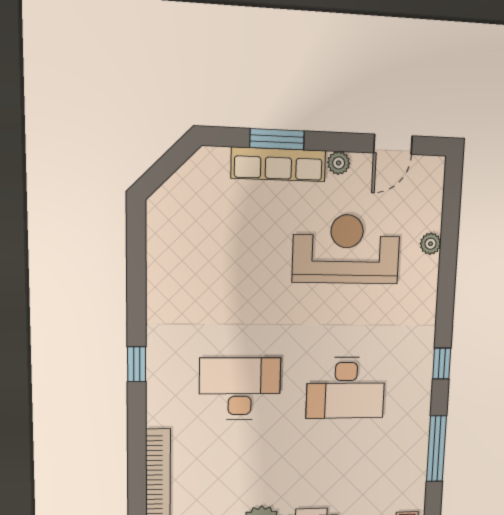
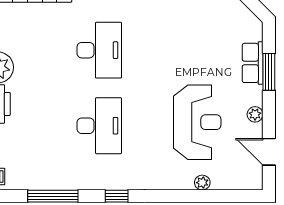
row of seats: (278, 164) -> (253, 63), width x0.68
desk: (346, 388) -> (99, 126), turned 180

